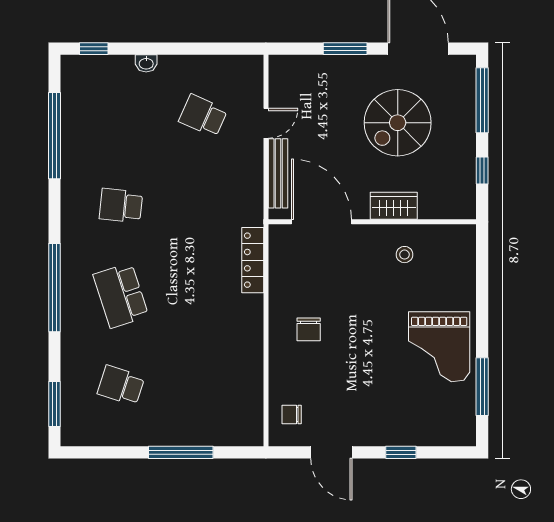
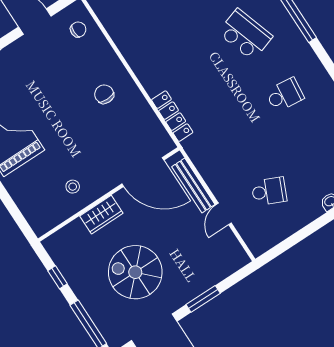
spiral stairs: (398, 123) -> (135, 272), turned -90

